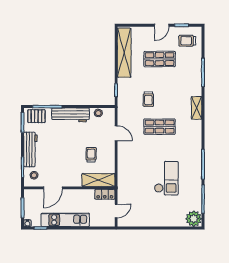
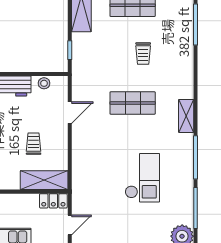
trolley: (148, 99) -> (143, 54), moved
shelving: (197, 108) -> (186, 116), moved
door: (116, 133) -> (70, 113), hinge flipped

